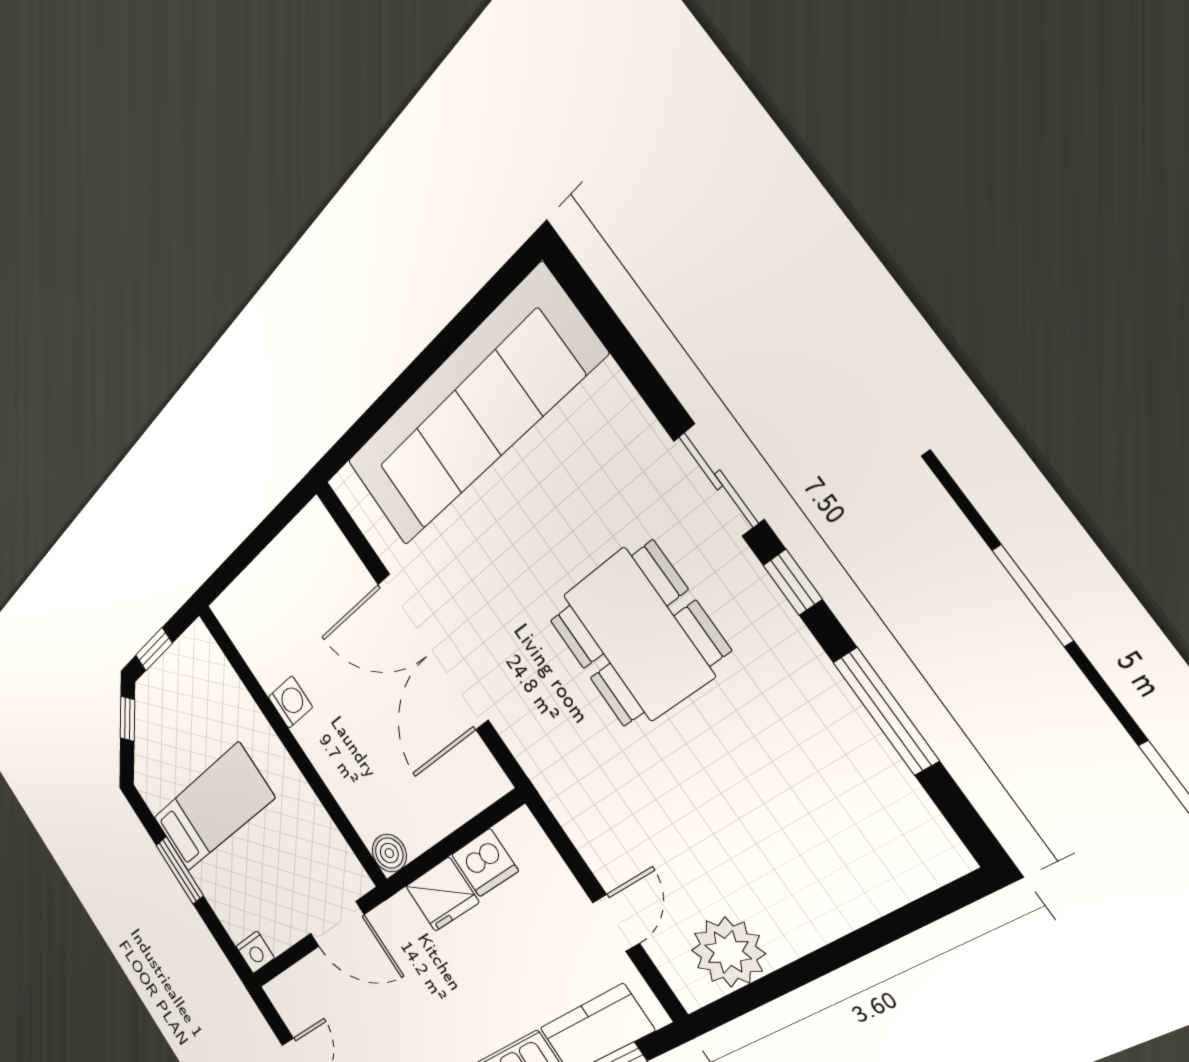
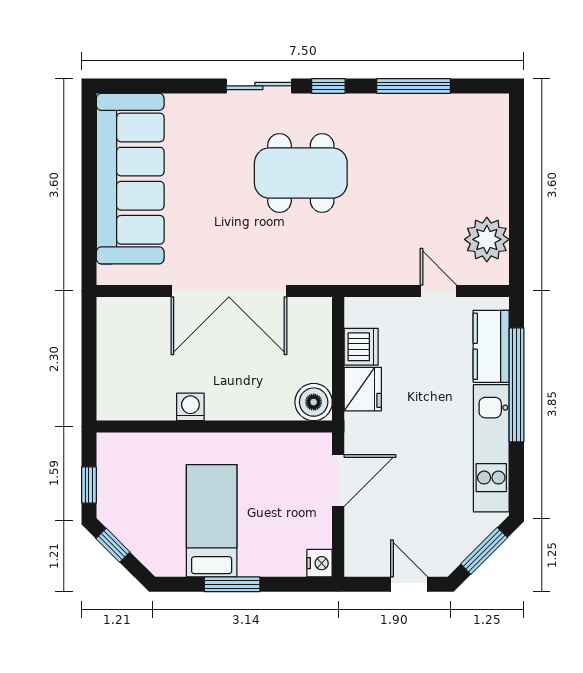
boiler: (389, 853) -> (314, 402), width x1.36, depth x1.36

